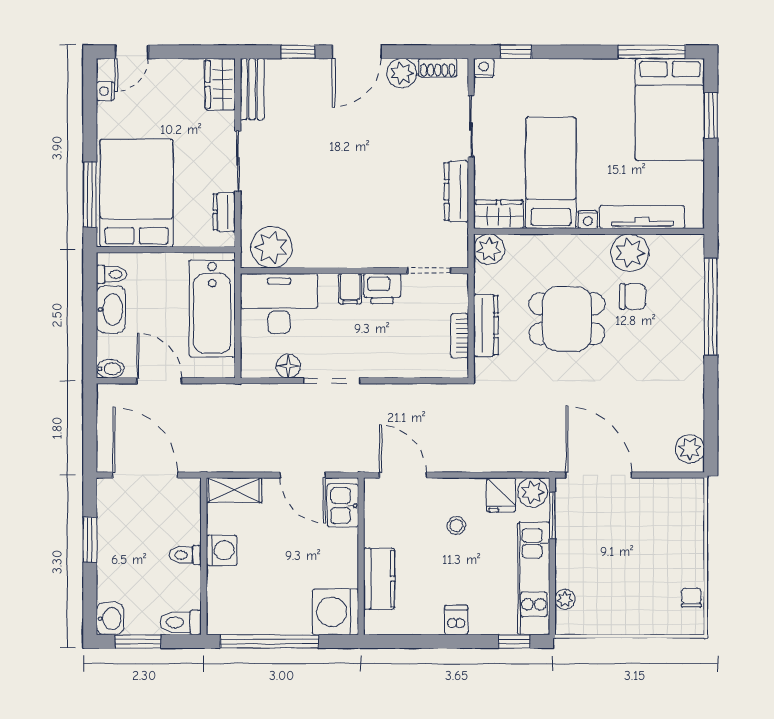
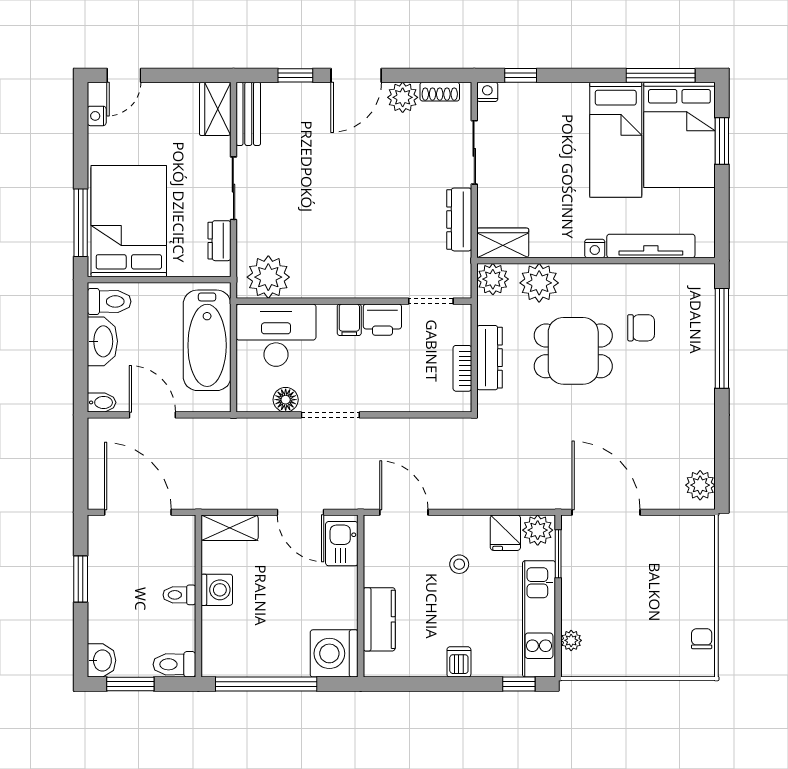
bed: (551, 173) -> (616, 140), moved, turned 180
plant: (630, 253) -> (539, 283), moved
toilet: (112, 274) -> (109, 301), width x1.37, depth x1.39

